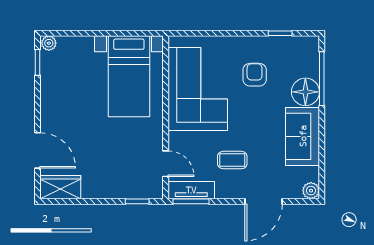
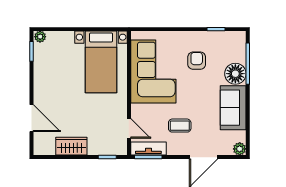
wardrobe: (60, 187) -> (71, 146), moved

